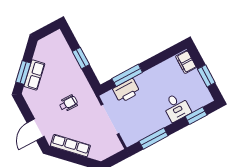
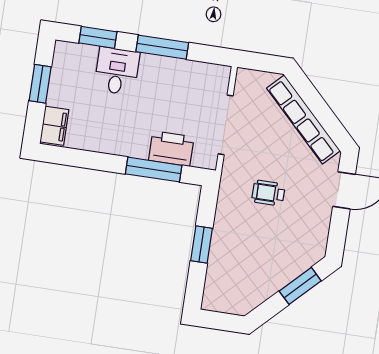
row of seats: (34, 75) -> (287, 270), removed
window: (154, 138) -> (162, 47), moved
row of seats: (70, 146) -> (303, 120), width x1.36

